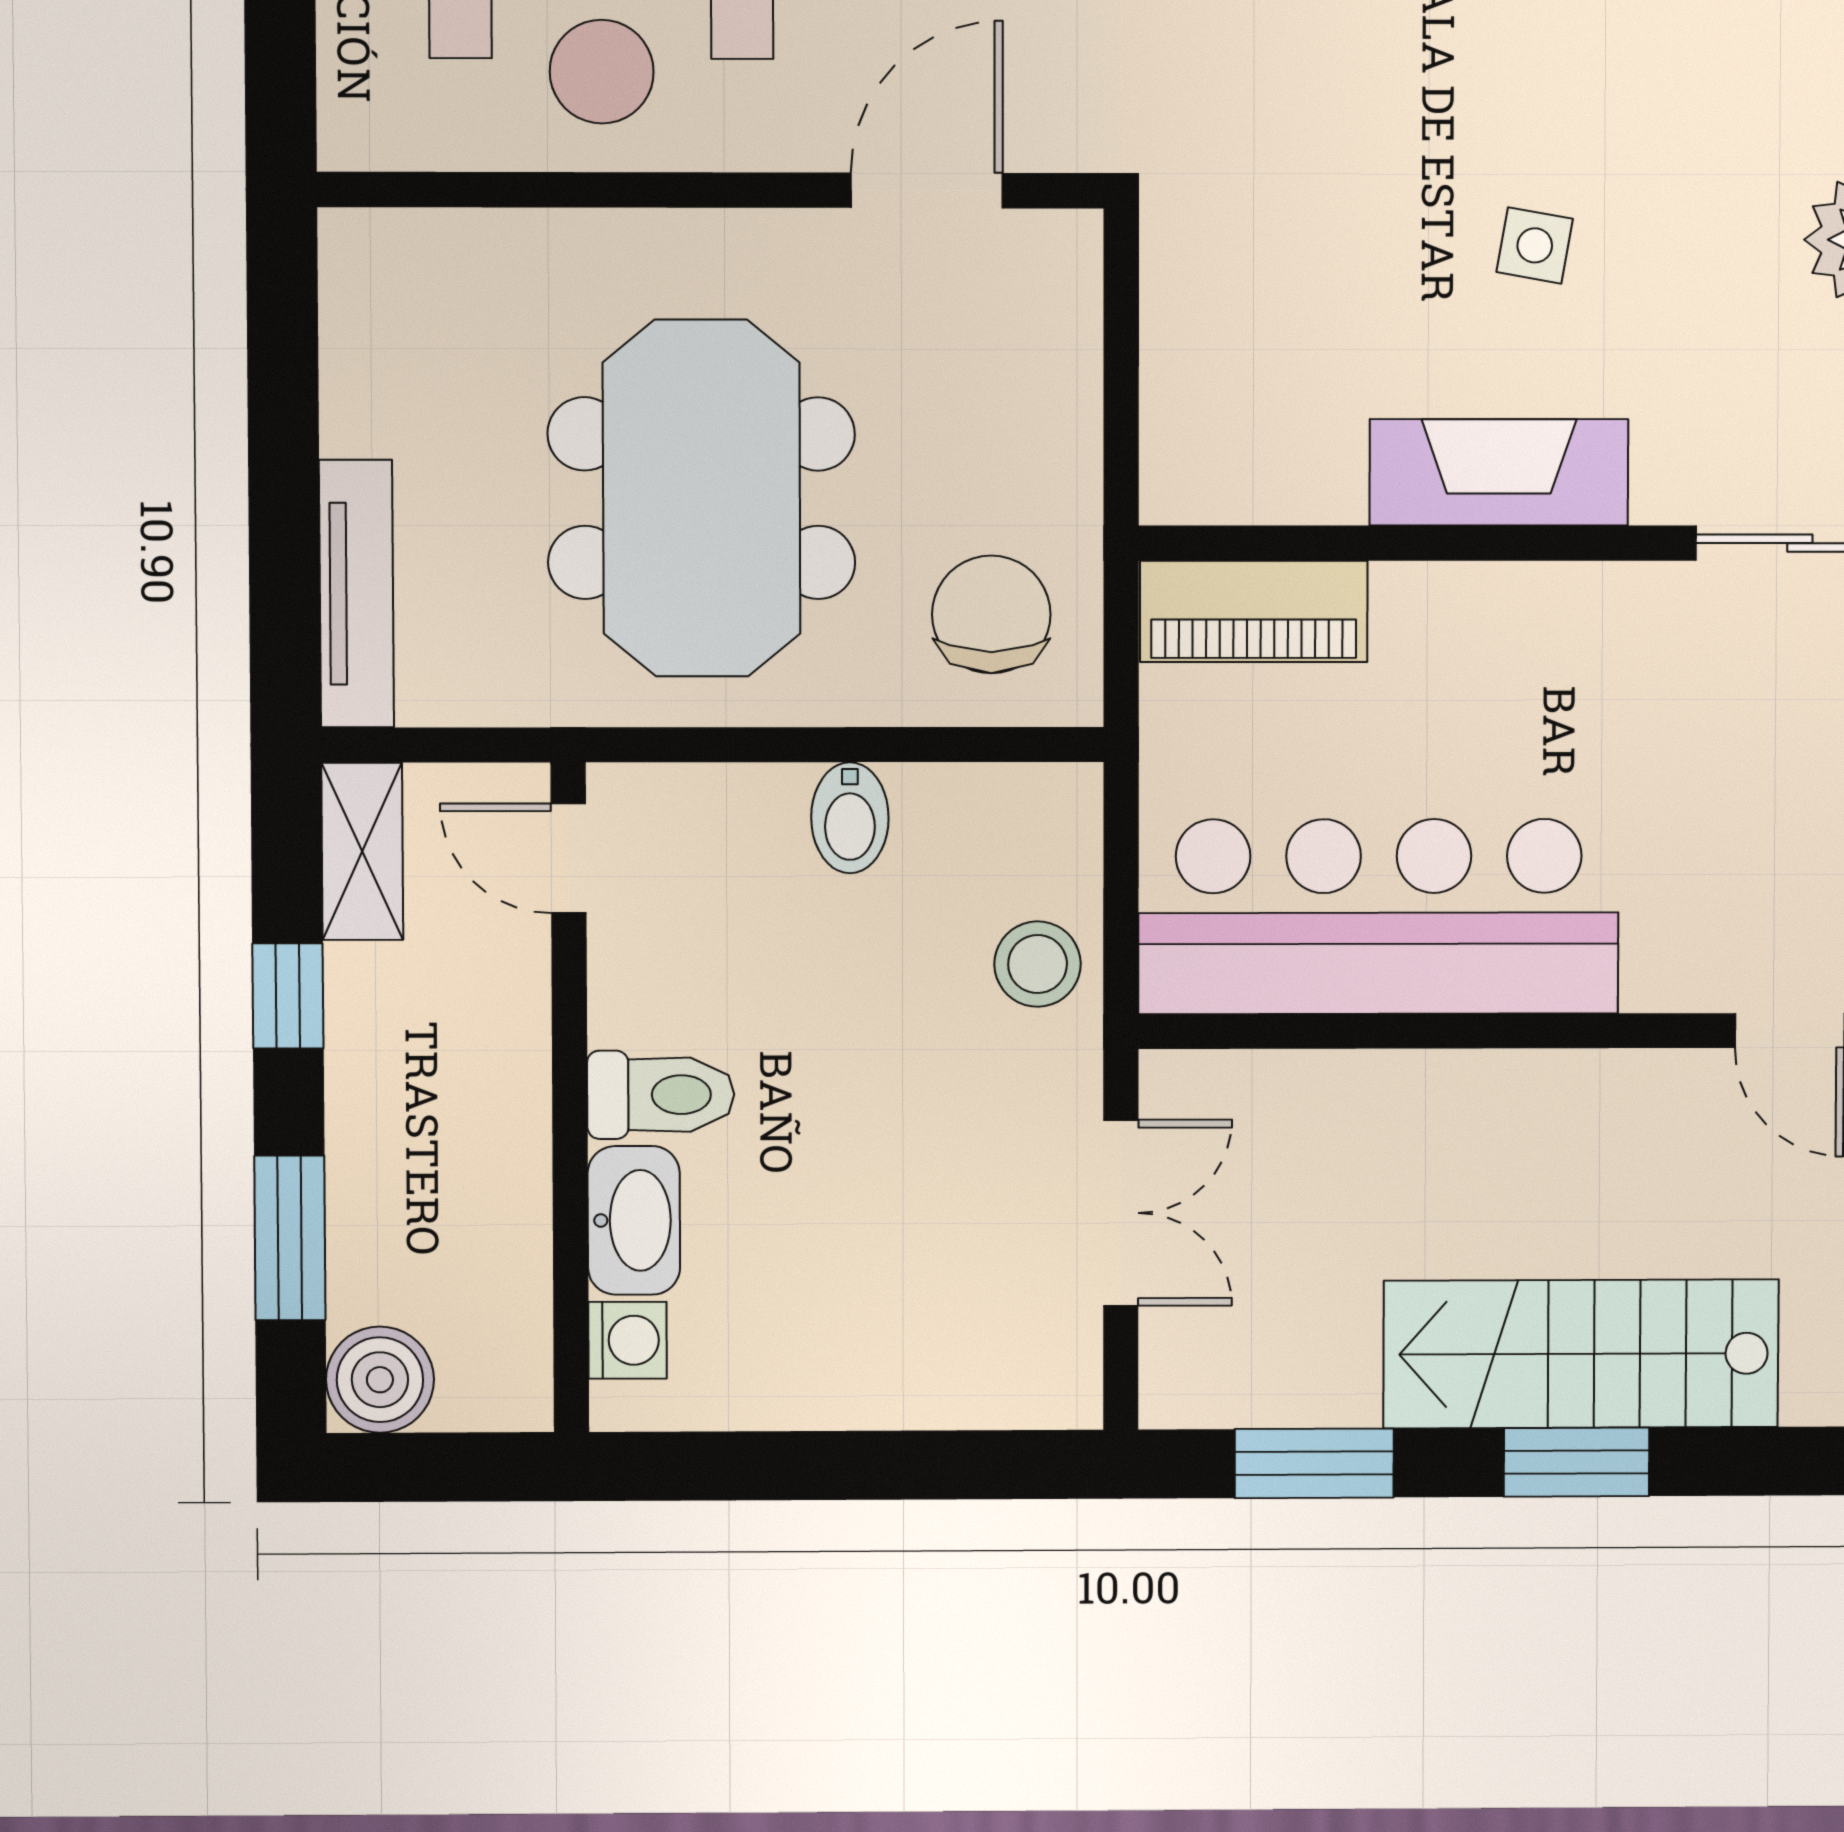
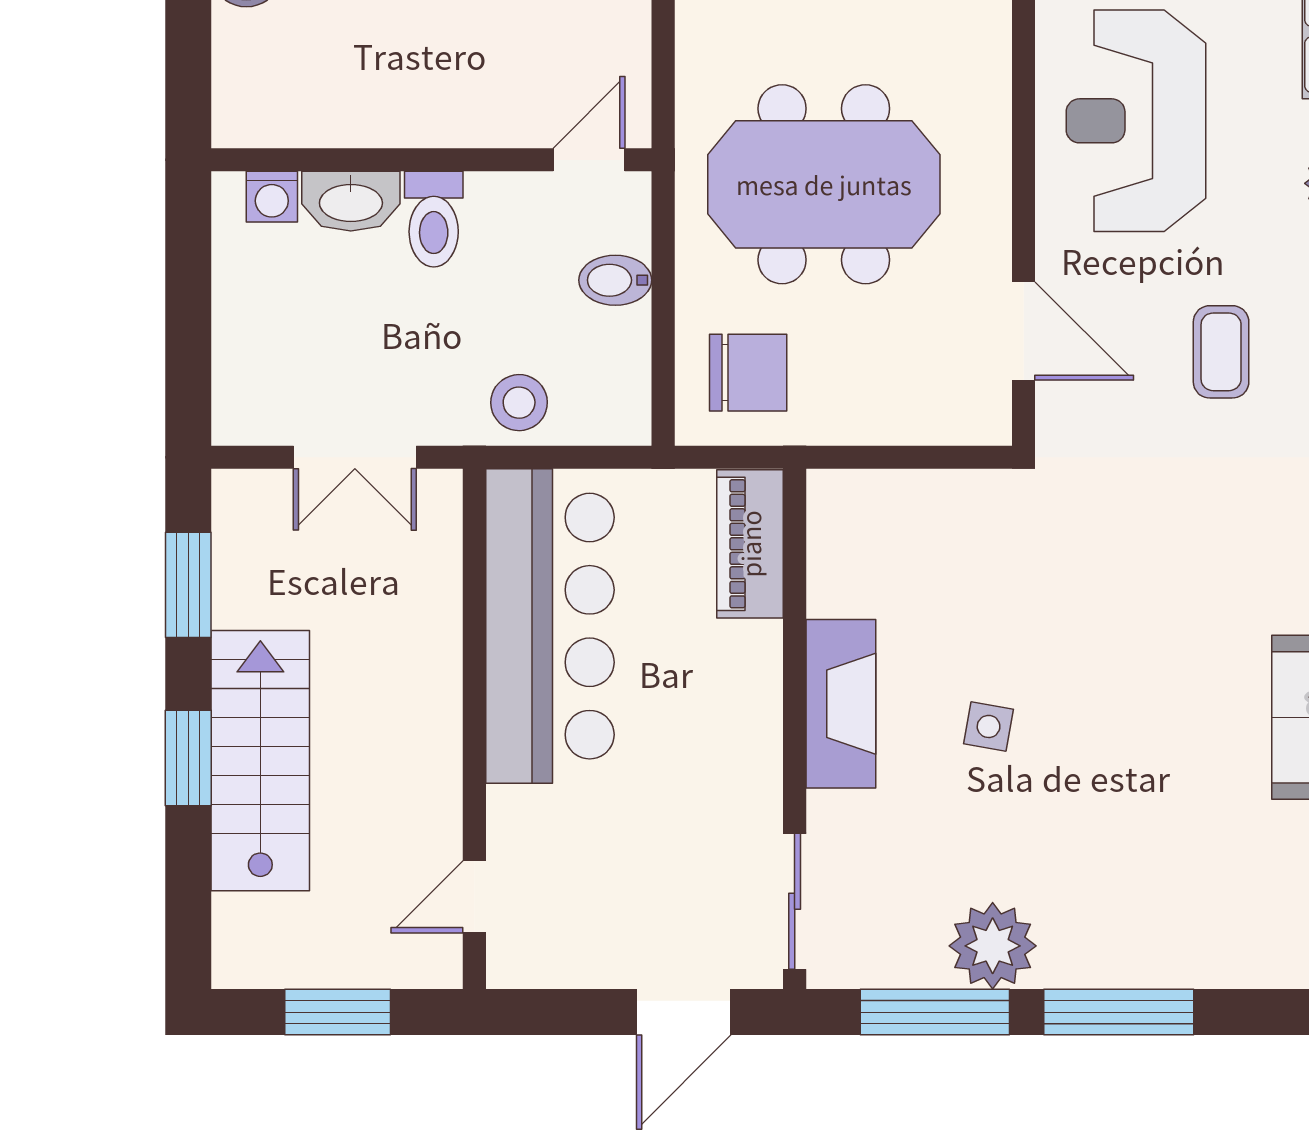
door: (569, 858) -> (589, 160), moved
toilet: (661, 1095) -> (434, 219), moved
wall: (570, 1098) -> (431, 160), moved
washbasin: (634, 1220) -> (351, 201), moved
washing machine: (628, 1340) -> (272, 197), moved

